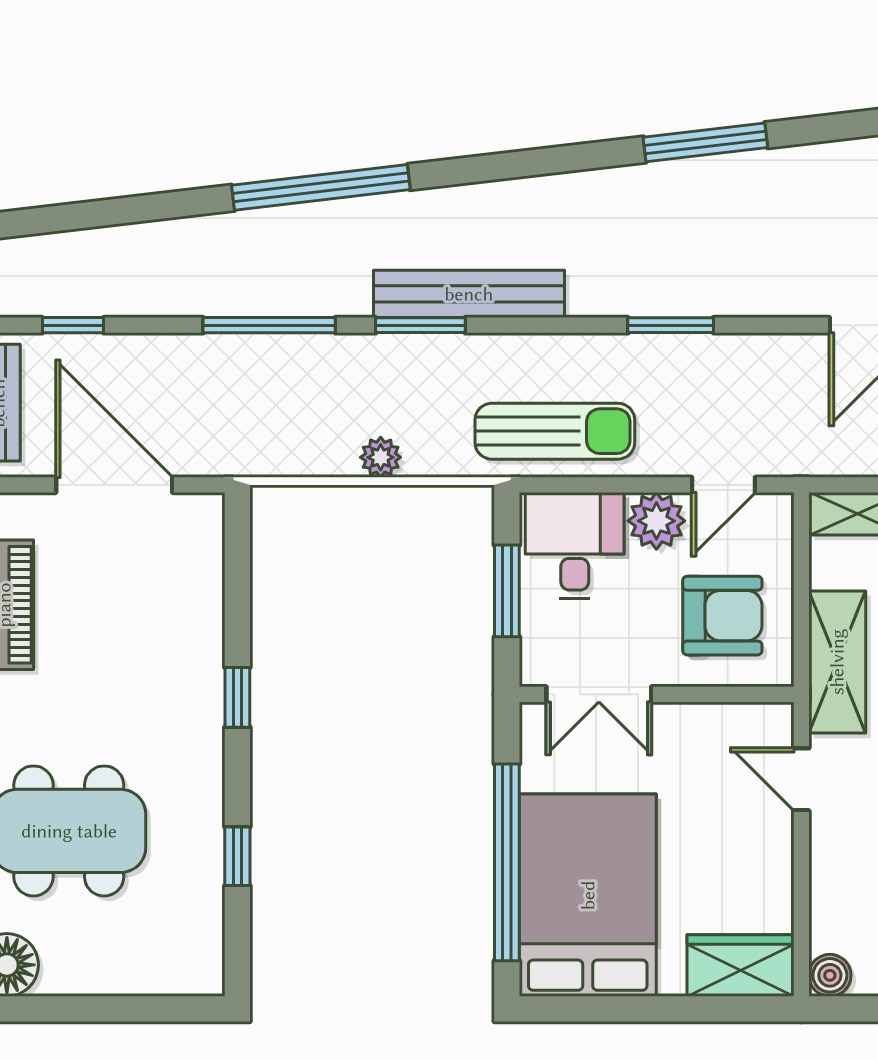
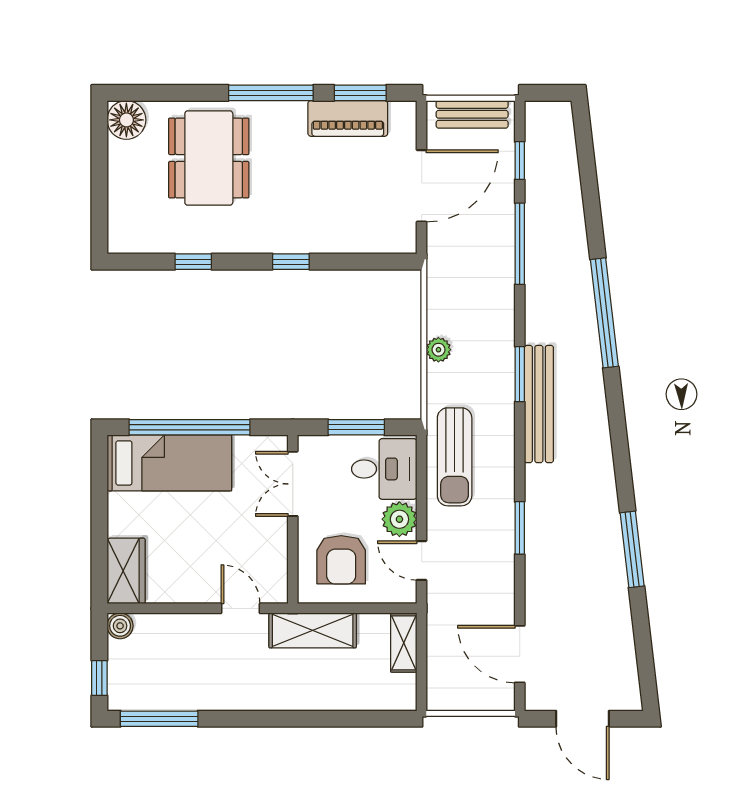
window: (269, 325) -> (520, 244), moved
door: (801, 779) -> (241, 608), hinge flipped
bed: (588, 895) -> (169, 463), width x0.67

